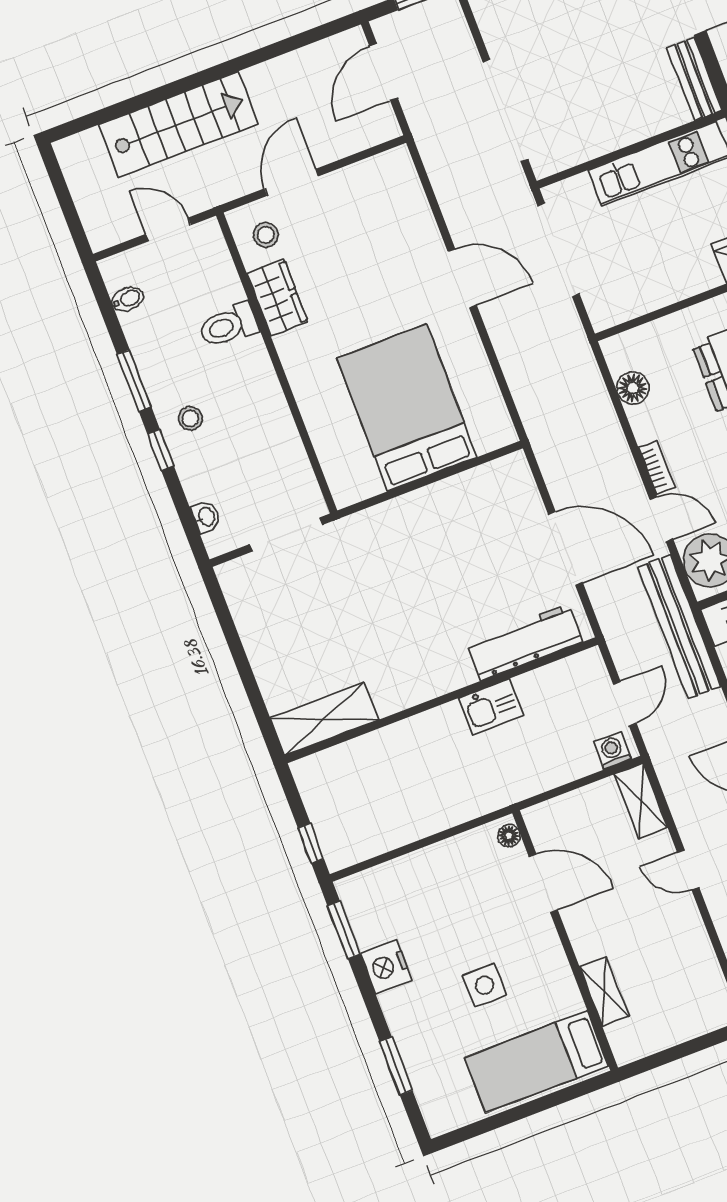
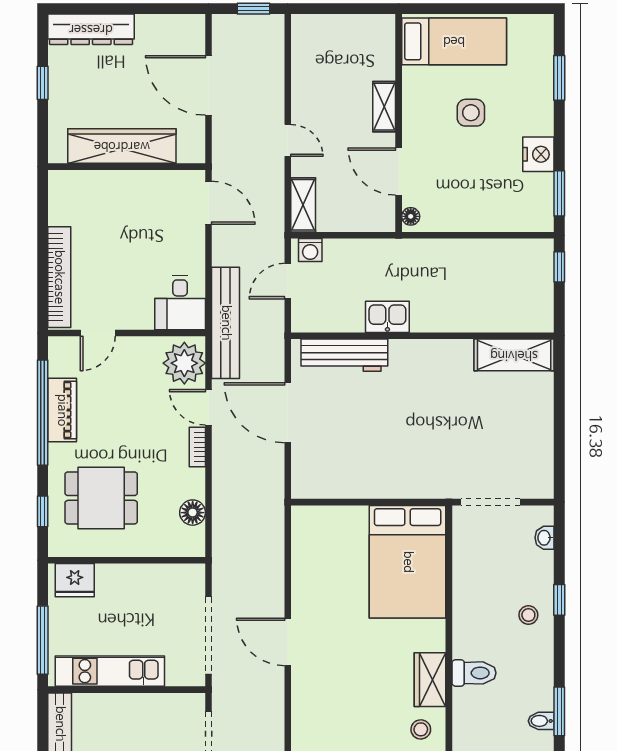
window: (134, 381) -> (559, 711), moved
bed: (407, 408) -> (408, 562), moved
shelving: (604, 991) -> (384, 107), moved

